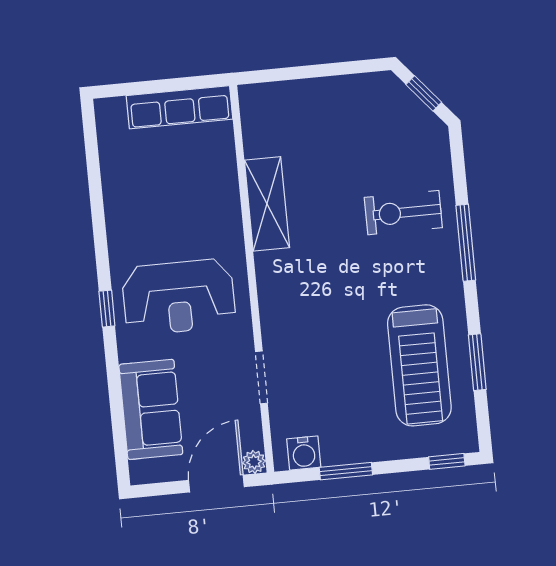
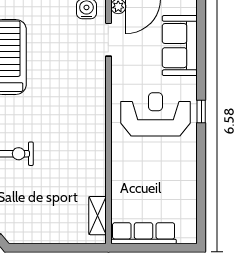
shelving: (267, 204) -> (97, 216), moved, width x0.67, depth x0.75
doorway: (261, 377) -> (108, 40), moved

